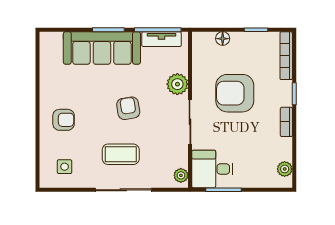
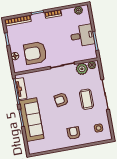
plant: (177, 84) -> (82, 69), moved
armchair: (235, 93) -> (35, 53), moved, turned 90
desk: (212, 169) -> (82, 36), moved, turned -90

